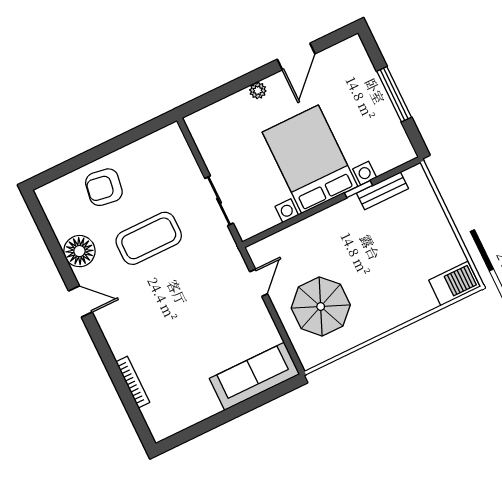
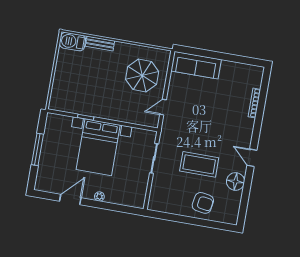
bench: (383, 191) -> (100, 44), moved

